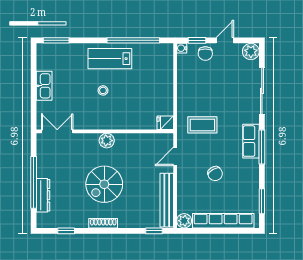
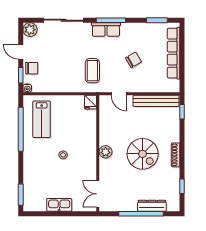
lab bench: (110, 59) -> (42, 119), moved
plant: (184, 221) -> (173, 86), removed

